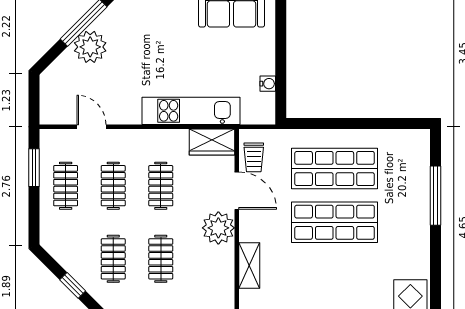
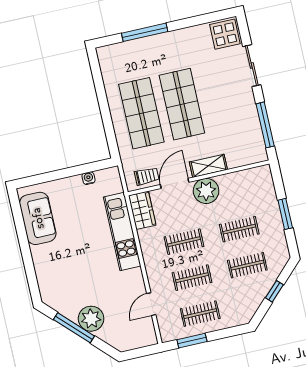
shelving: (249, 265) -> (208, 166), moved

